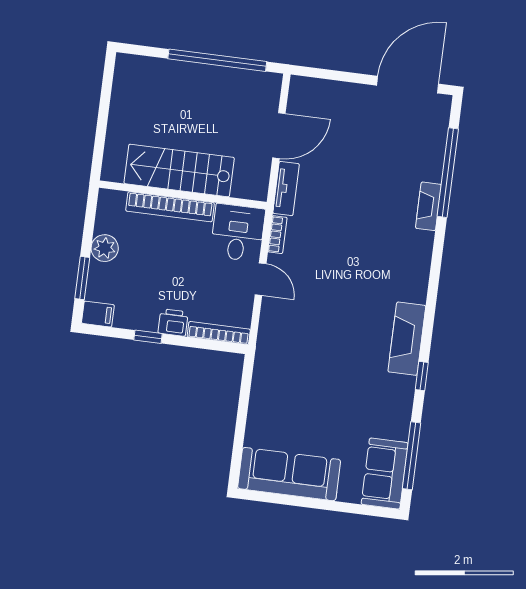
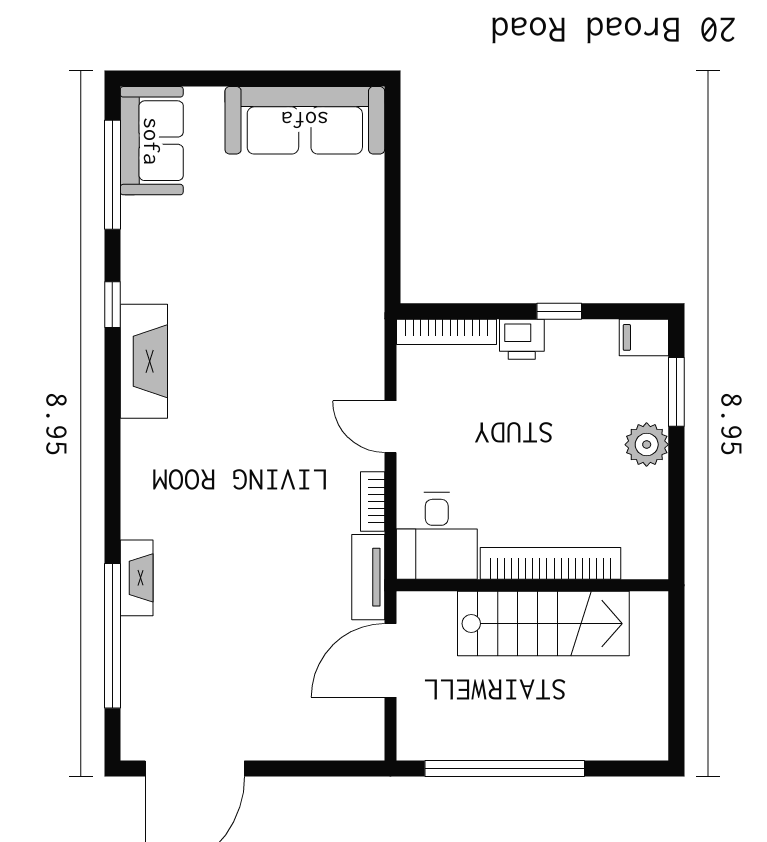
stairs: (179, 170) -> (543, 624), moved
wall: (183, 195) -> (532, 585), moved
bookcase: (170, 207) -> (550, 563), moved
desk: (238, 233) -> (437, 536), moved

